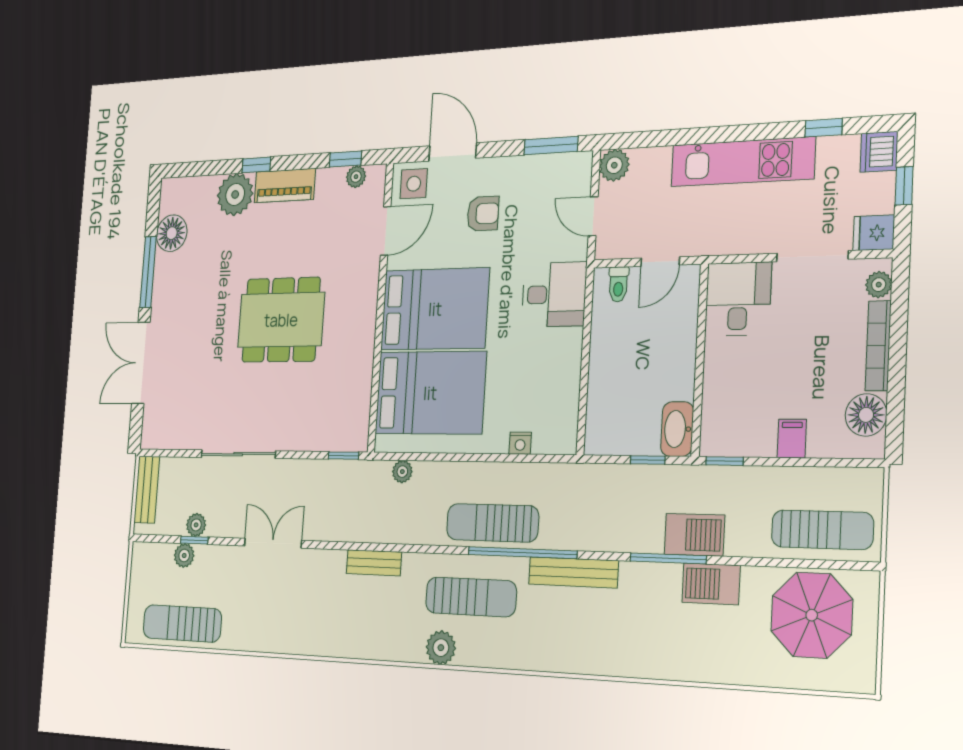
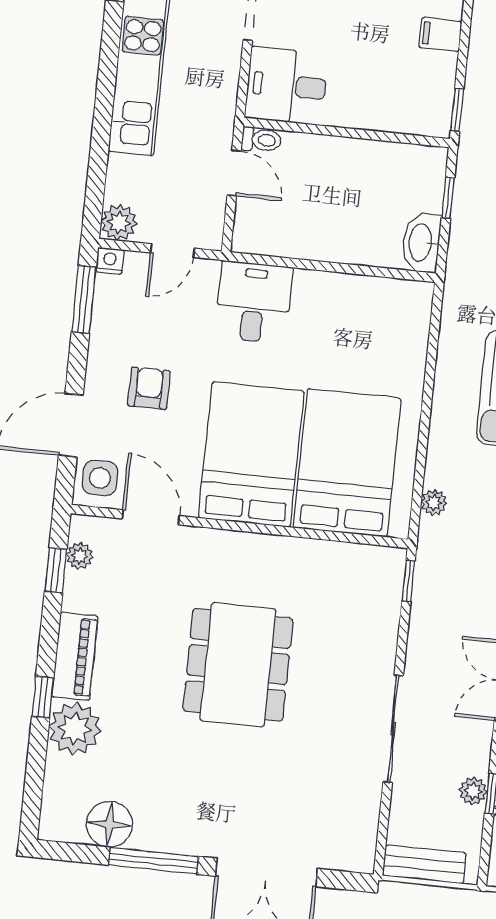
toilet: (618, 284) -> (261, 140), moved
washbasin: (677, 429) -> (421, 243), moved, turned 90
nightstand: (520, 443) -> (110, 261), moved, turned -90

